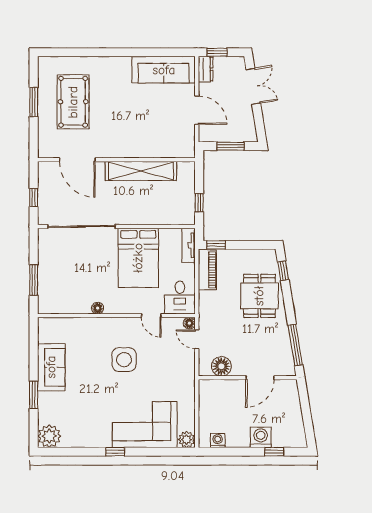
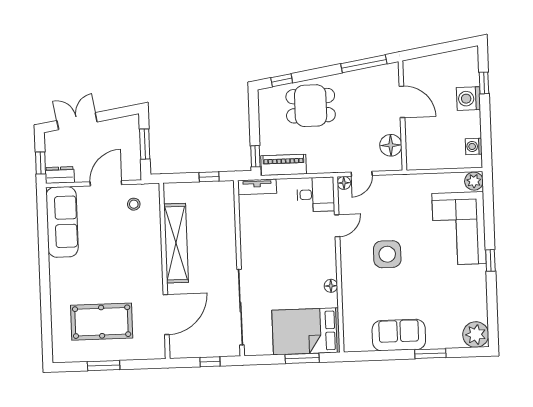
stool: (177, 134) -> (134, 204), added
bed: (138, 258) -> (306, 331), moved, turned 180

